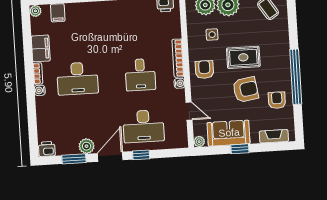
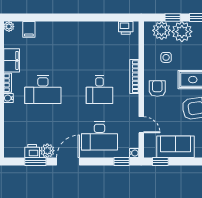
water cooler: (179, 83) -> (134, 153), moved
plant: (199, 142) -> (149, 153), removed
printer: (47, 149) -> (32, 151), moved
window: (240, 149) -> (160, 161), moved
window: (141, 155) -> (122, 161), moved

